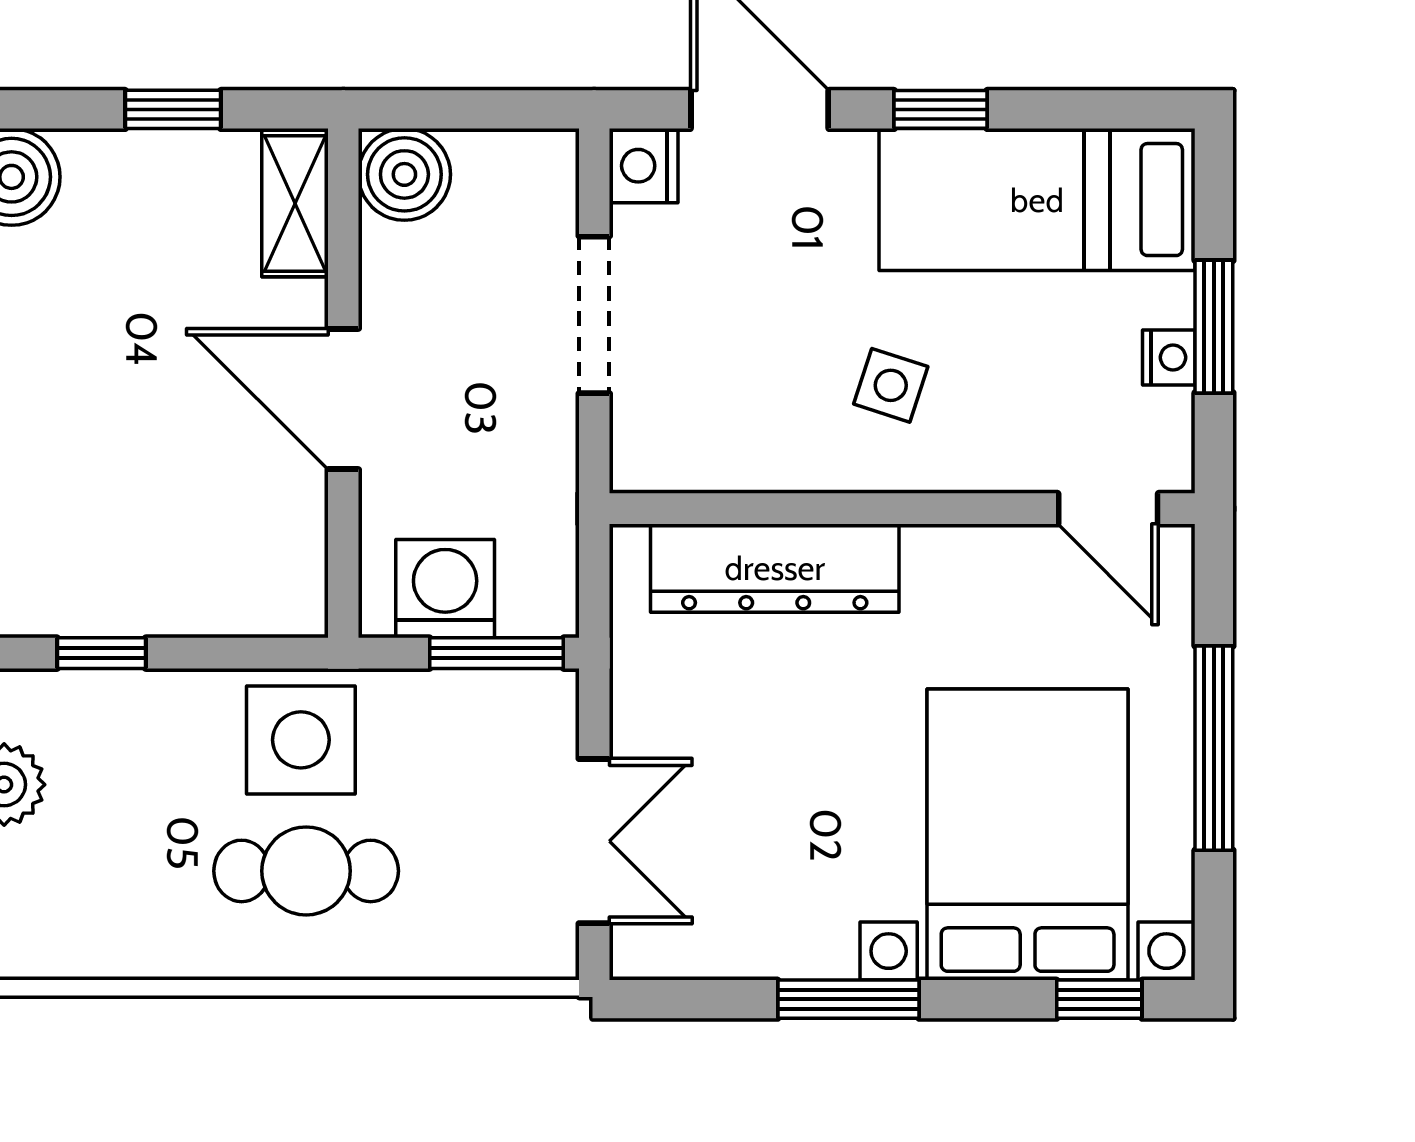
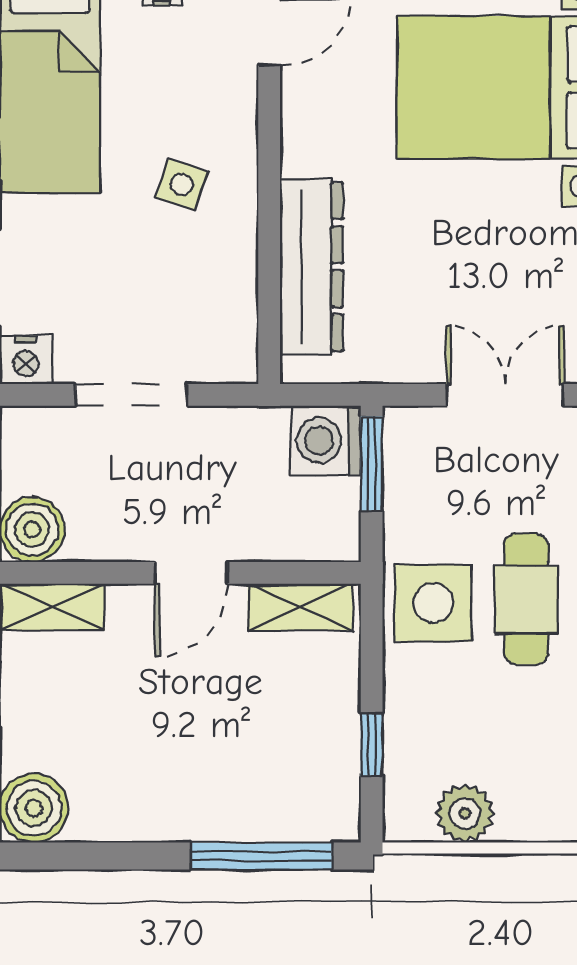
door: (343, 399) -> (191, 573), width x0.73
shelving: (295, 553) -> (301, 607), added
washing machine: (445, 589) -> (326, 441), moved

